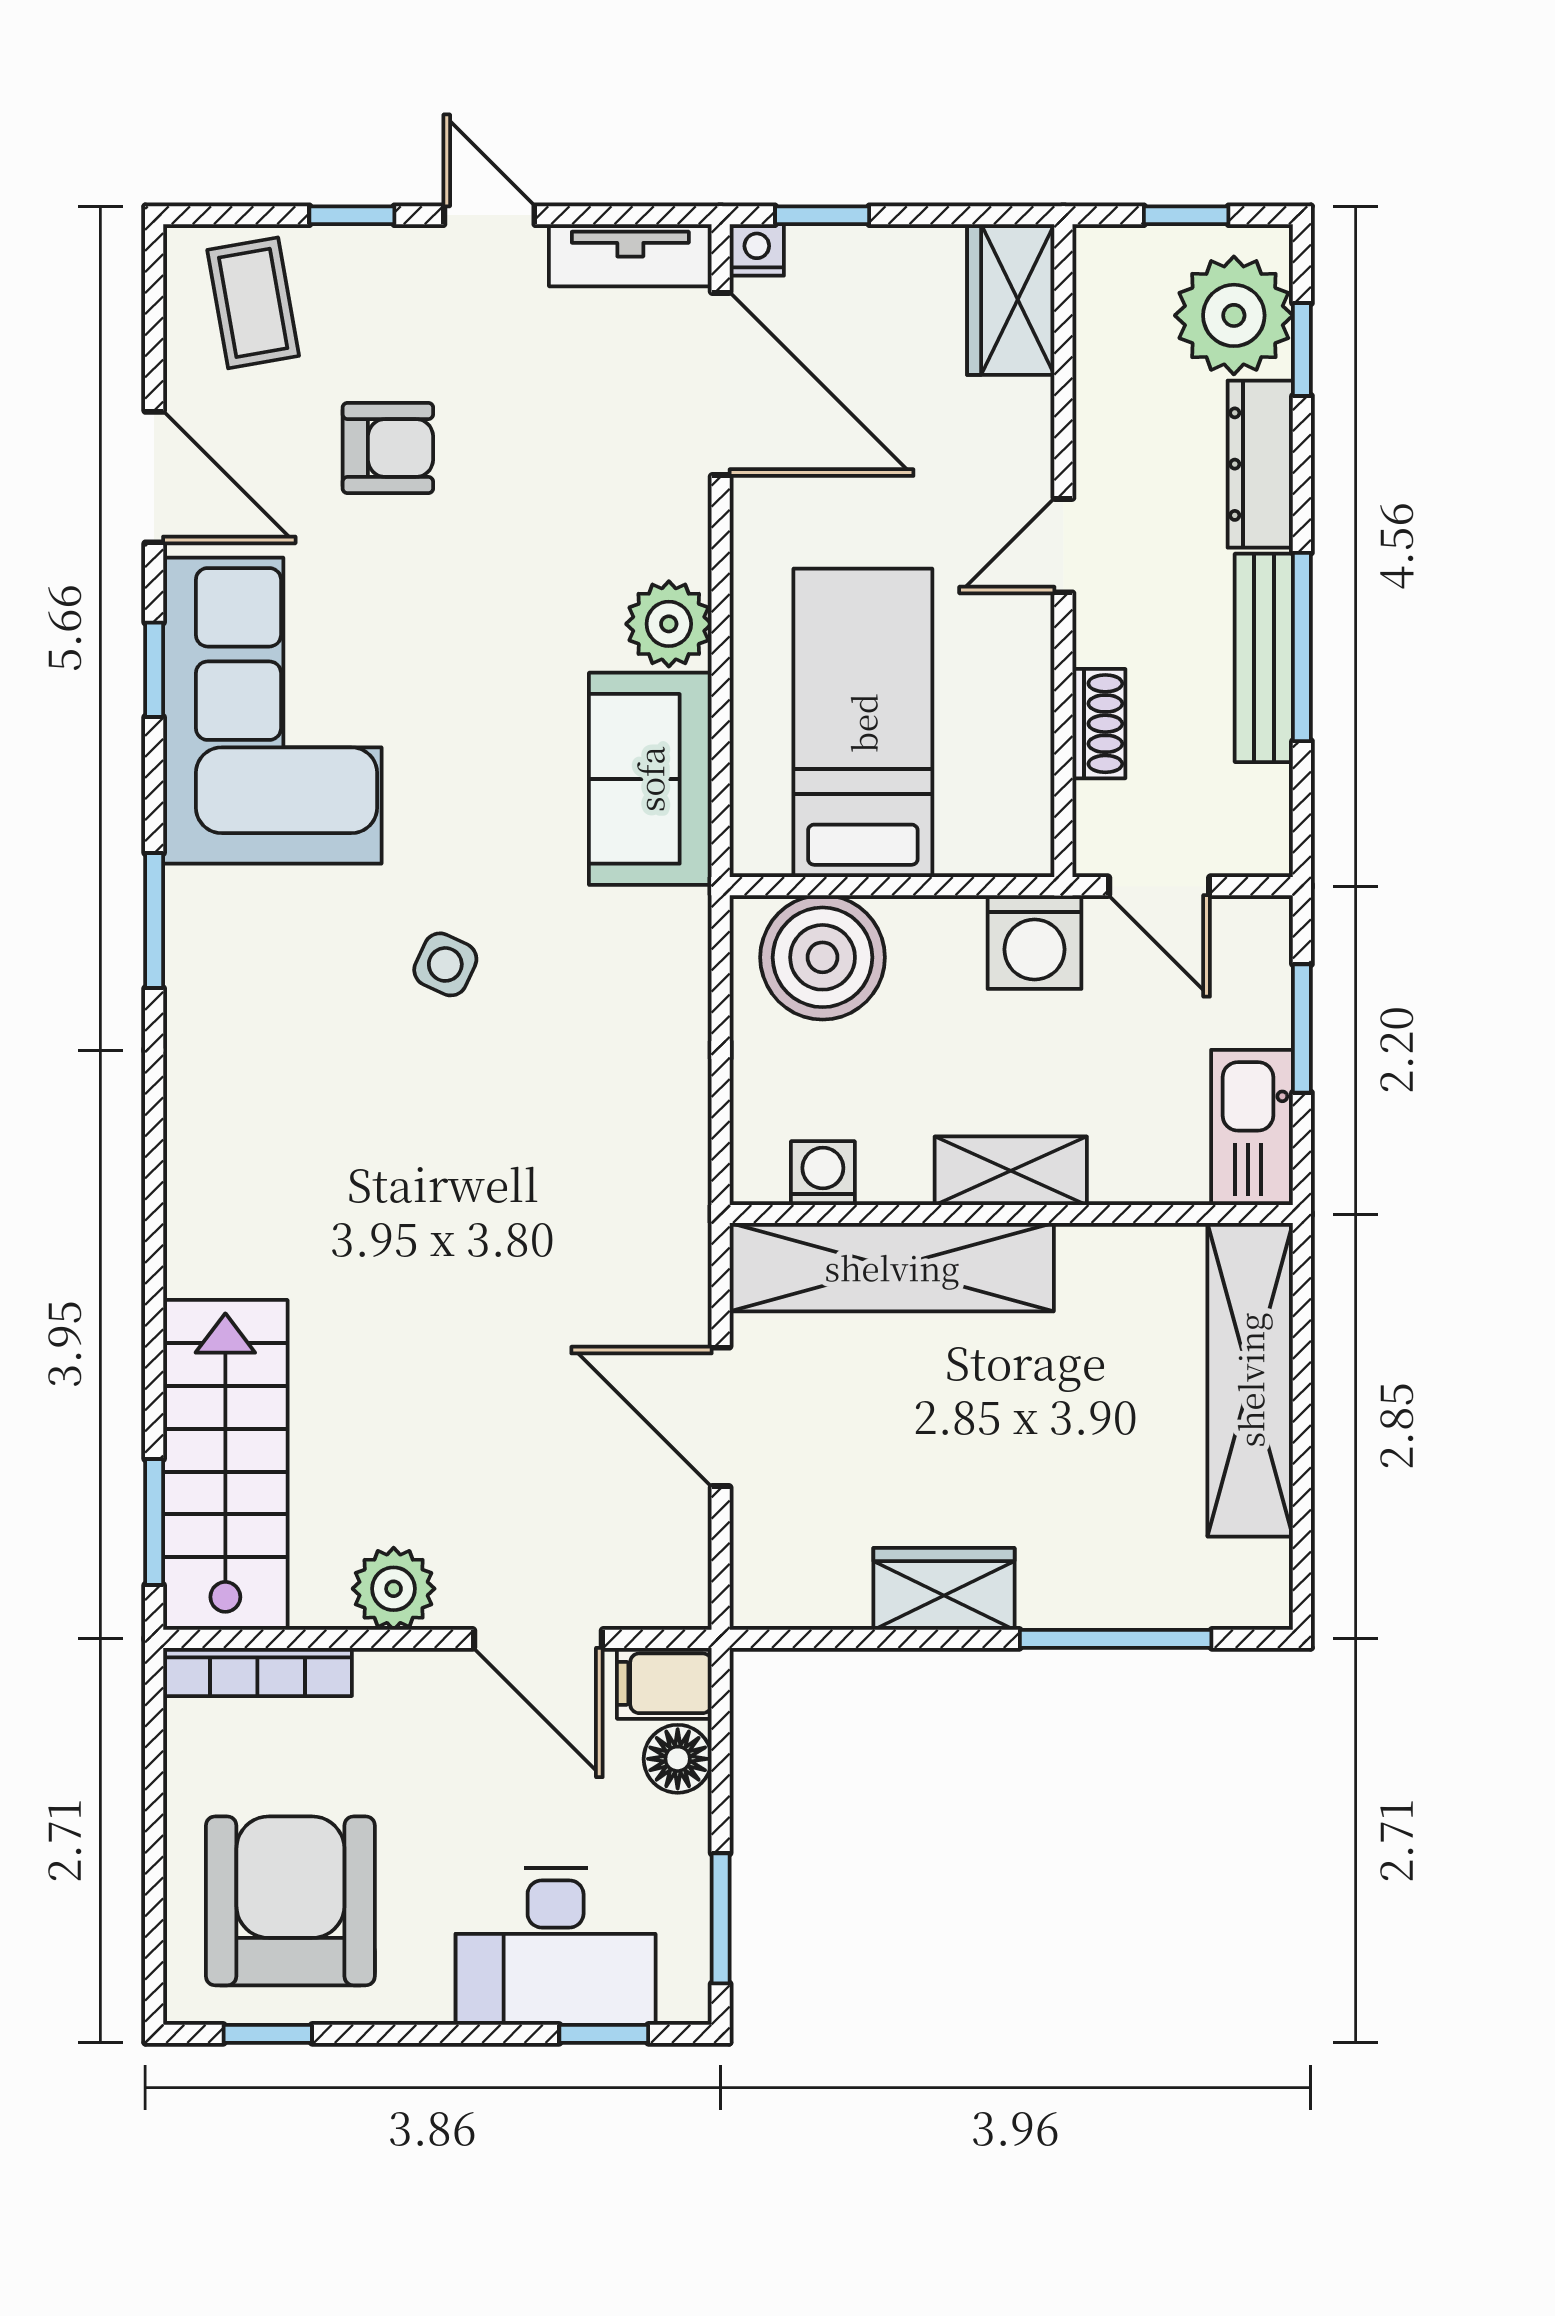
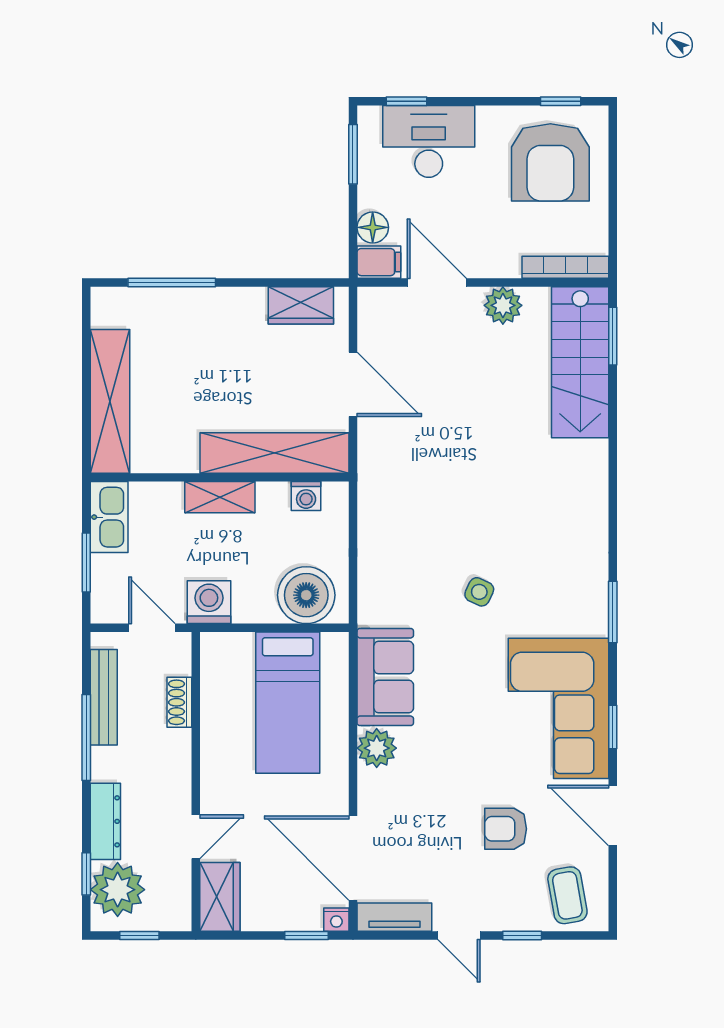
door: (1063, 546) -> (196, 837), moved
bench: (1264, 658) -> (104, 697), moved
wardrobe: (944, 1589) -> (301, 305), moved

